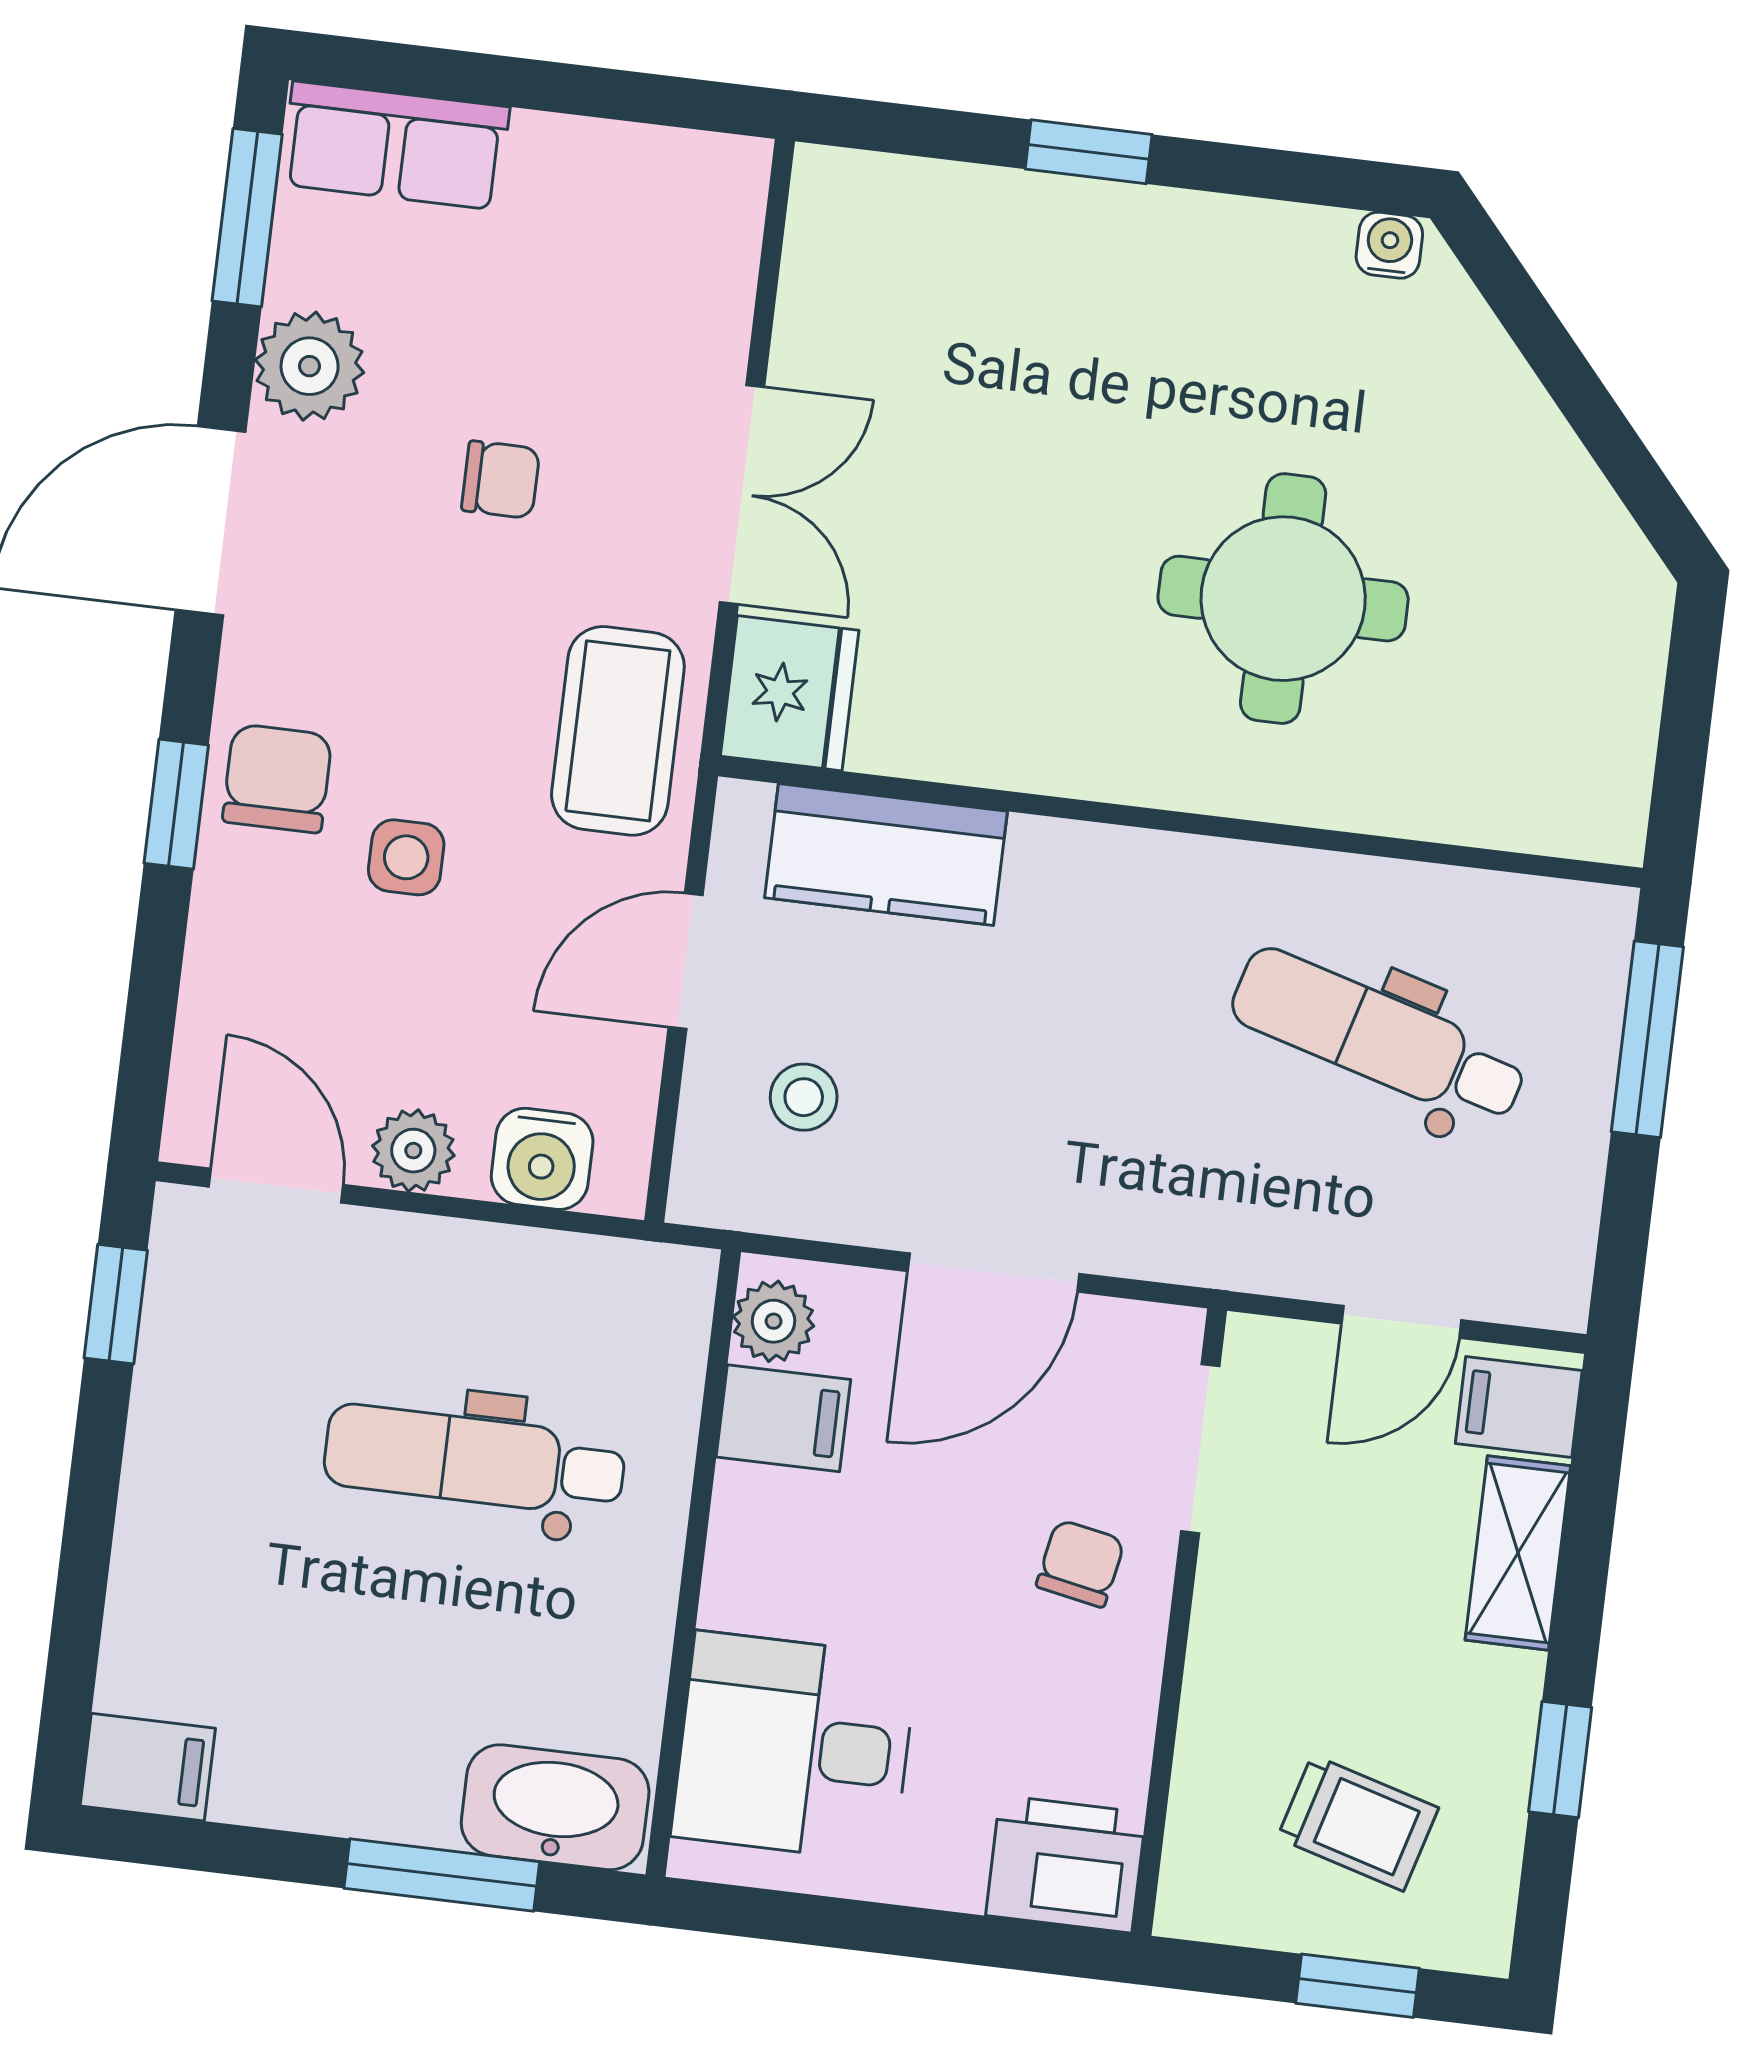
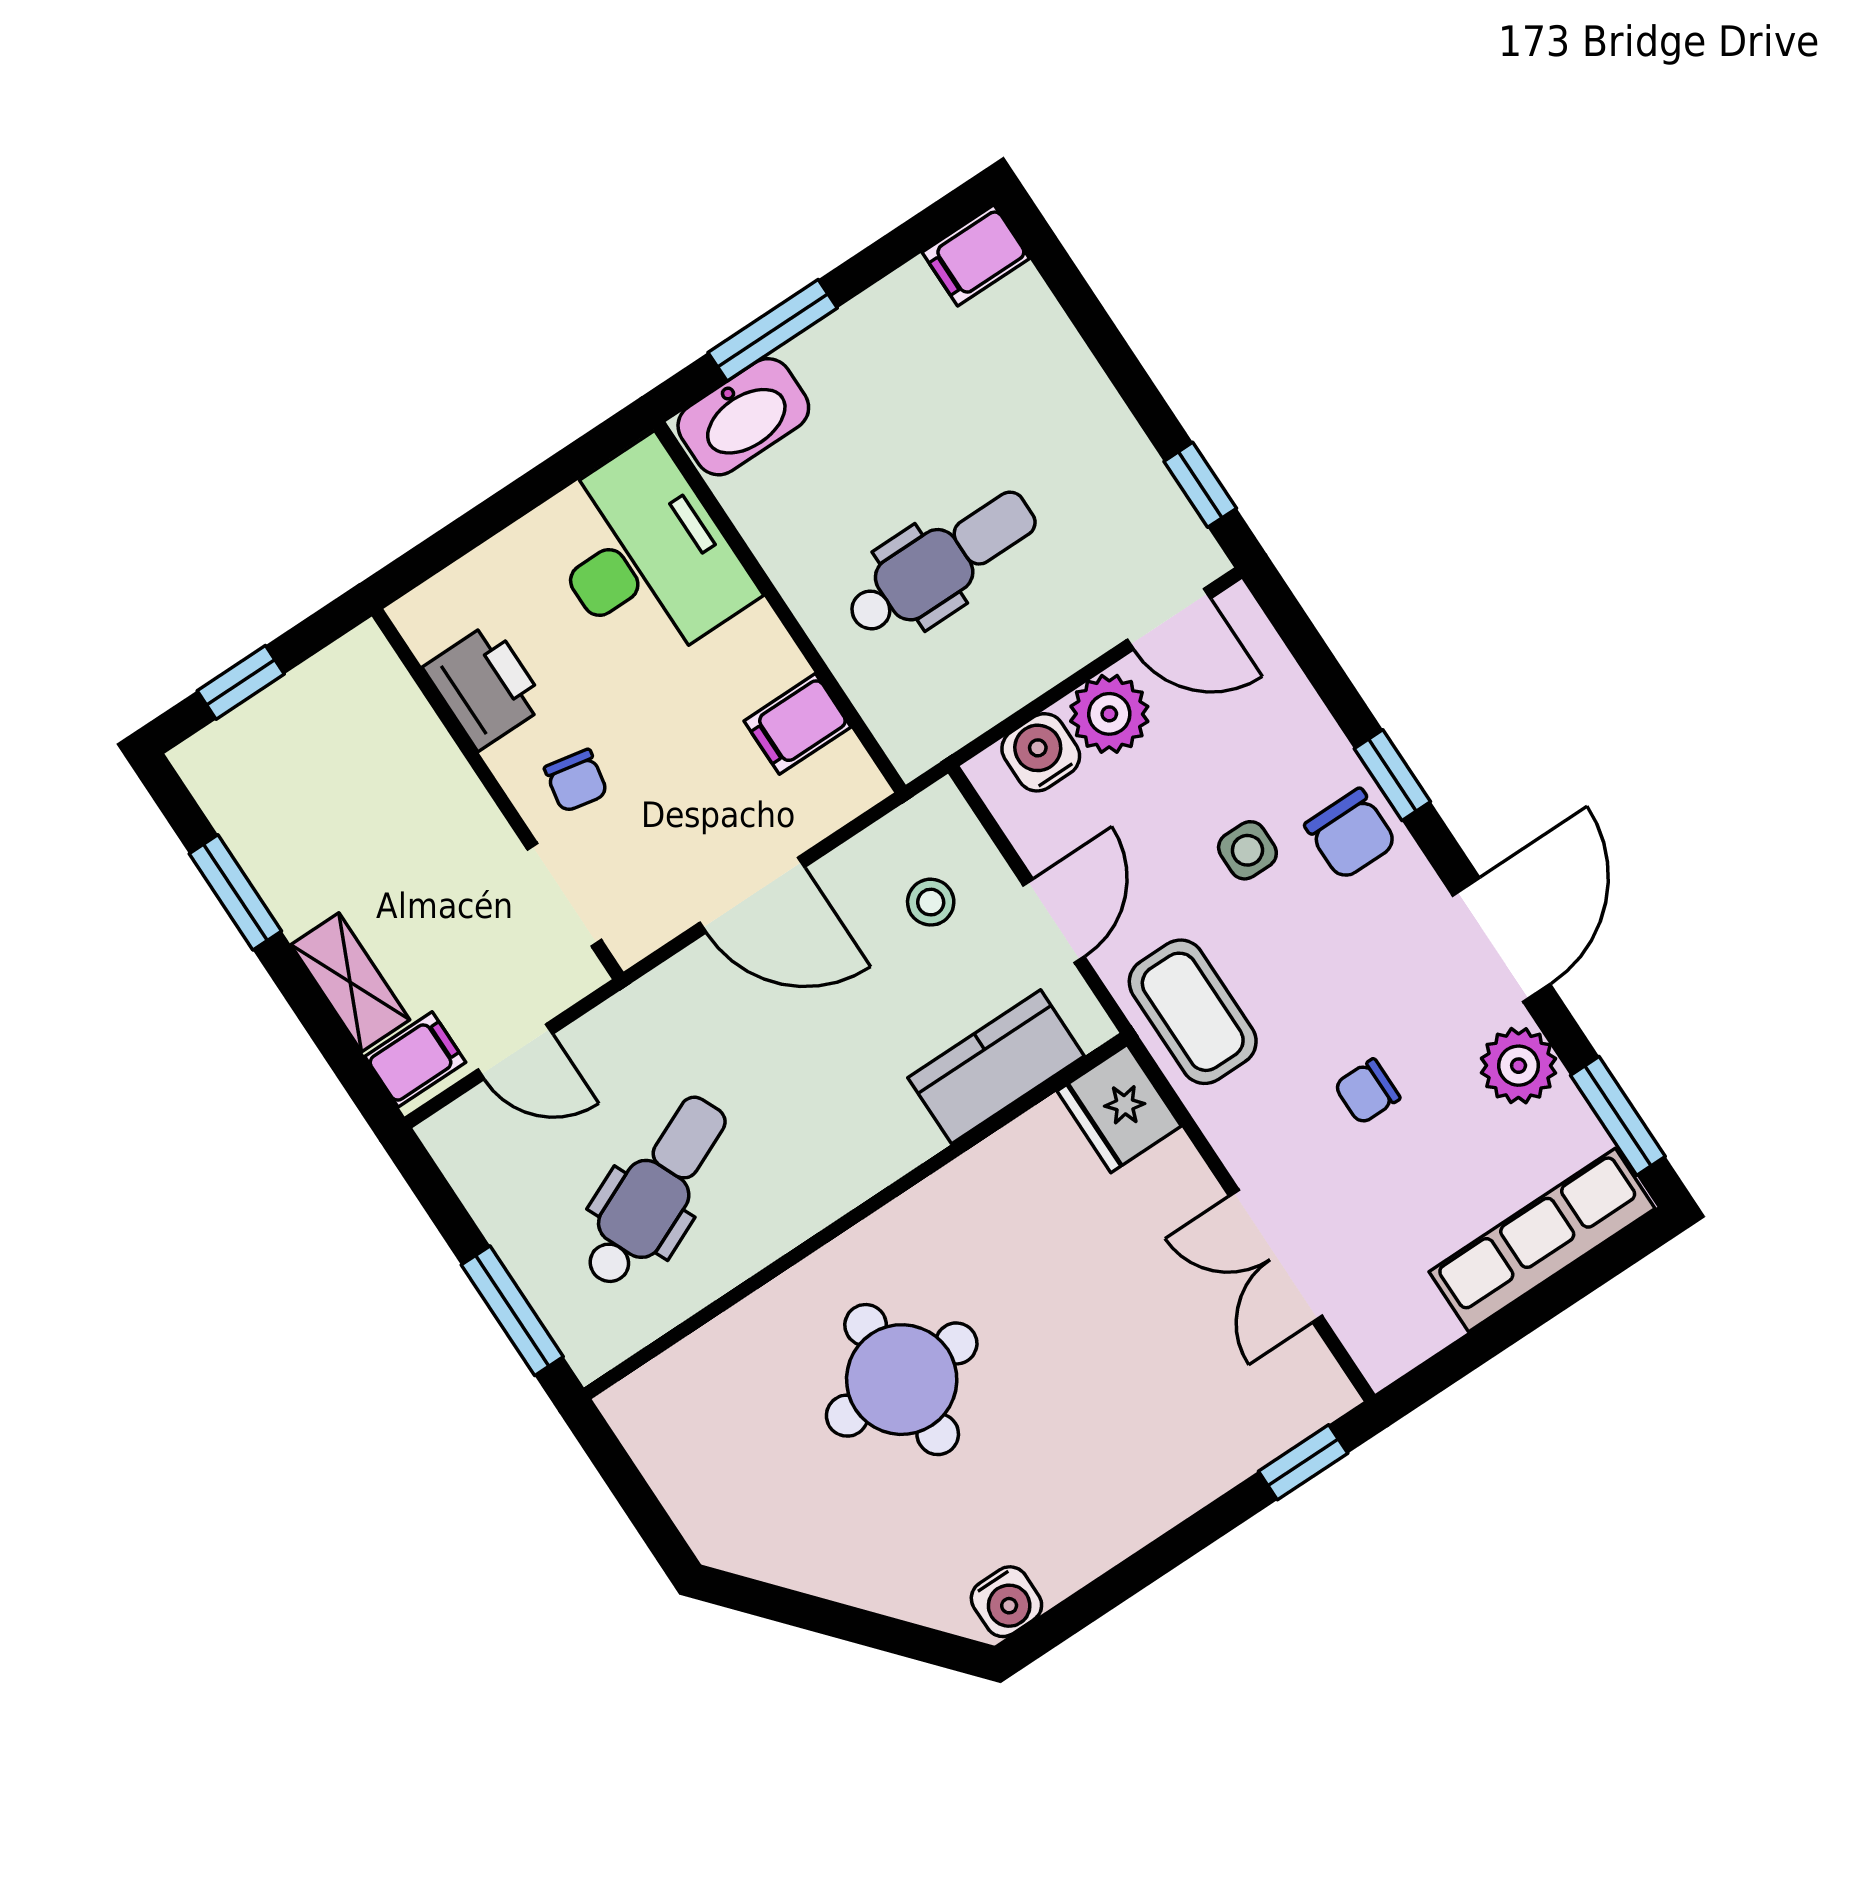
row of seats: (395, 146) -> (1542, 1240), width x1.48
window: (1089, 152) -> (1303, 1462), moved
water cooler: (1389, 245) -> (1006, 1602), width x1.38, depth x1.38
double door: (742, 494) -> (1276, 1256), moved
dental chair: (1379, 1037) -> (655, 1191), turned -40
plant: (413, 1151) -> (1109, 714), width x1.38, depth x1.38
door: (993, 1272) -> (752, 895), swing flipped
plant: (774, 1321) -> (846, 771), removed
door: (1401, 1322) -> (515, 1052), swing flipped
desk: (794, 1747) -> (644, 556), width x1.37
window: (1560, 1760) -> (235, 892), width x1.50
trolley: (1358, 1823) -> (314, 768), removed
printer: (1066, 1864) -> (485, 686), moved, turned -90

